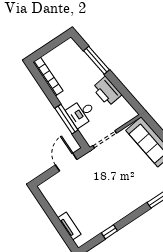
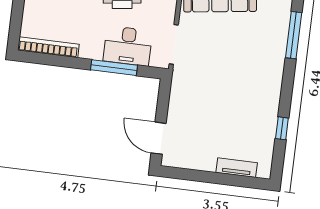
desk: (81, 113) -> (128, 46), width x1.37
door: (66, 162) -> (159, 138), moved

